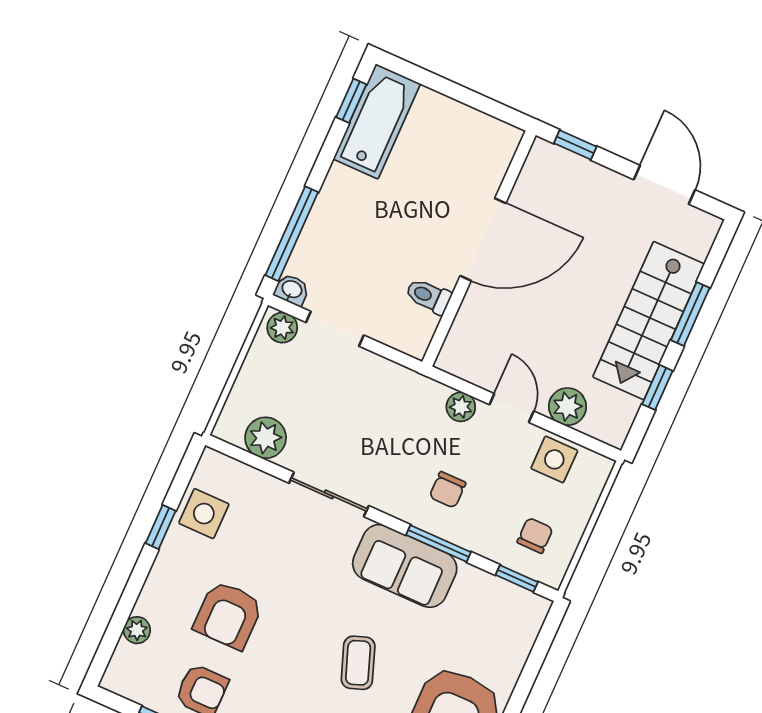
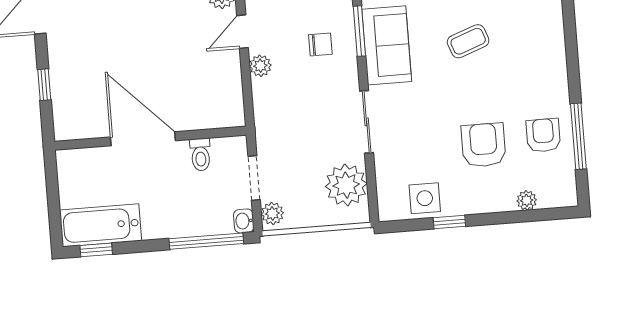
door: (483, 240) -> (143, 139), moved
wall: (479, 249) -> (150, 138), moved
toilet: (428, 296) -> (200, 155), moved
plant: (266, 438) -> (346, 185), width x1.36, depth x1.36
armchair: (228, 615) -> (484, 145), turned -90

